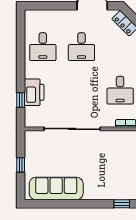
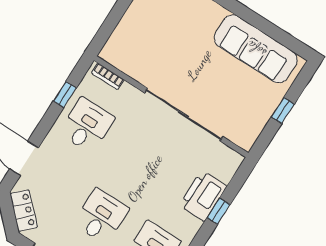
window: (21, 100) -> (219, 211), moved

